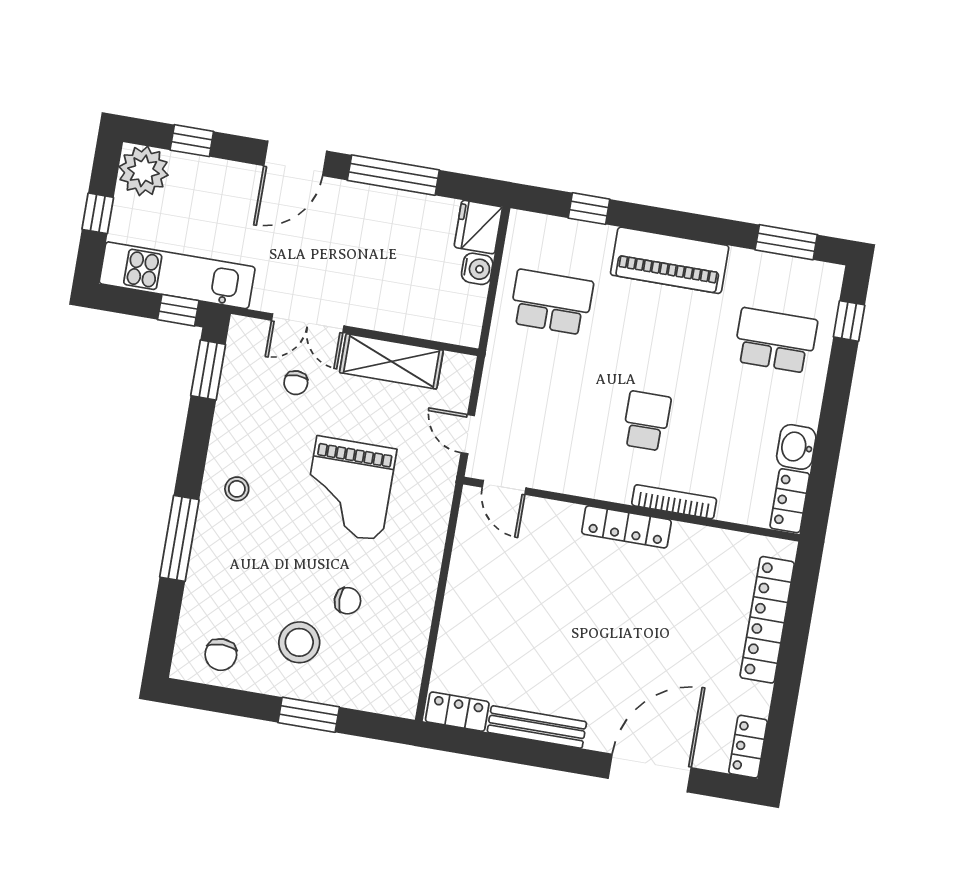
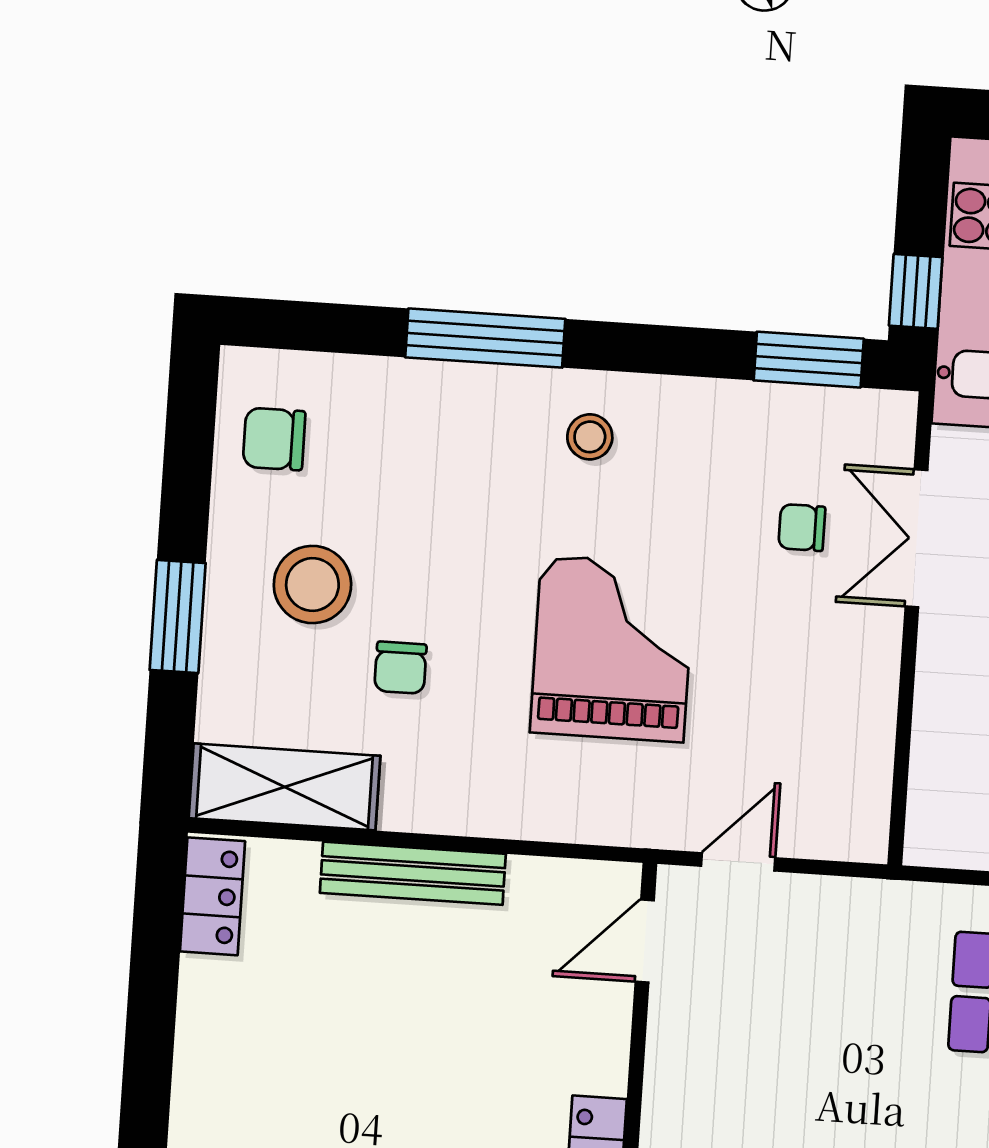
shelving: (391, 361) -> (285, 787), moved, turned 90
grand piano: (349, 489) -> (612, 649), turned 90
bench: (537, 727) -> (413, 873), moved, turned 90

